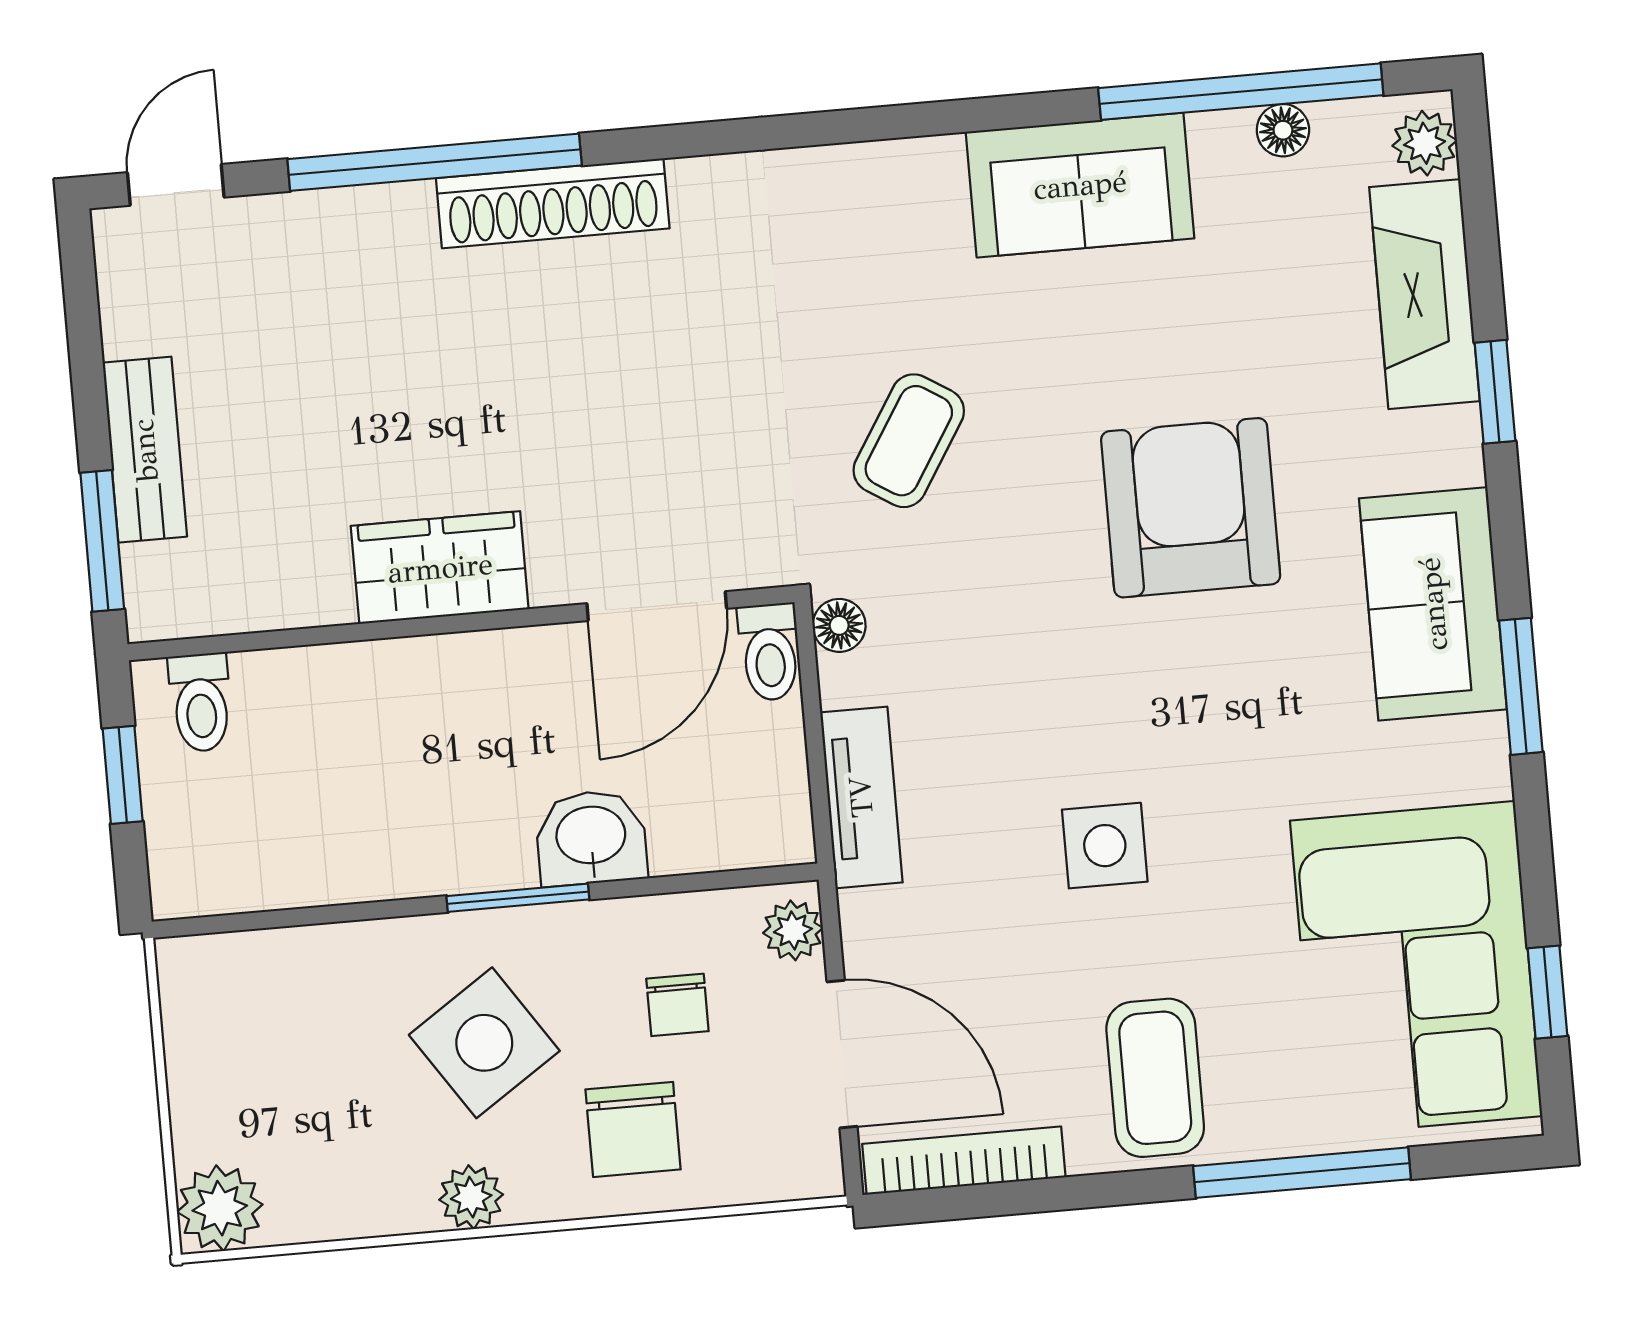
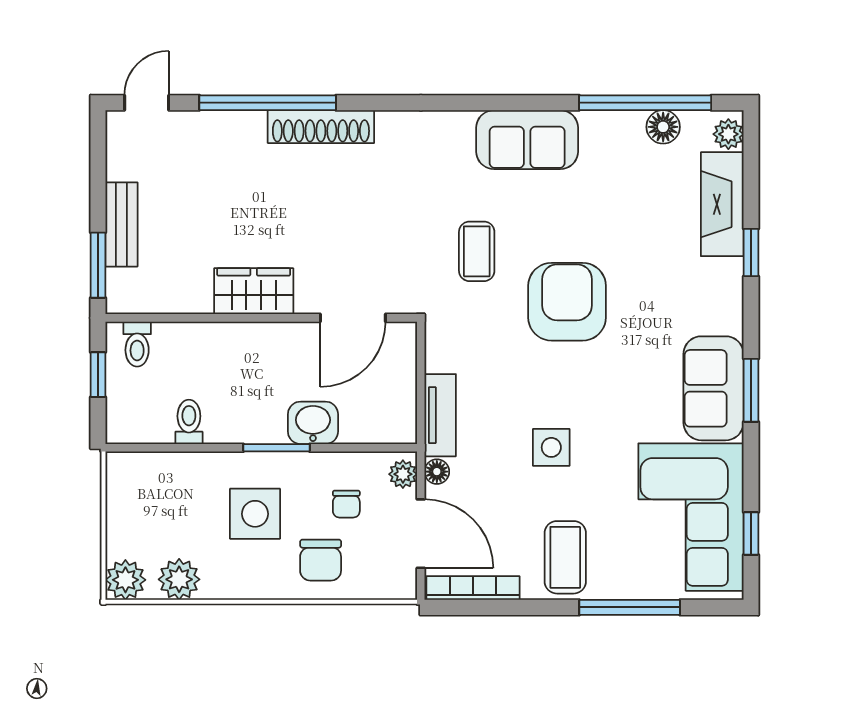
floor lamp: (1283, 130) -> (663, 127), width x1.37, depth x1.37
sofa: (1080, 185) -> (527, 140), moved
coffee table: (909, 441) -> (477, 251), turned -32
armchair: (1191, 508) -> (567, 302), moved
sofa: (1433, 604) -> (713, 388), moved
floor lamp: (839, 625) -> (437, 472), moved
toilet: (770, 652) -> (189, 422), moved, turned 180
side table: (484, 1043) -> (255, 514), turned 34
plant: (471, 1197) -> (179, 579), moved, width x1.38, depth x1.38

